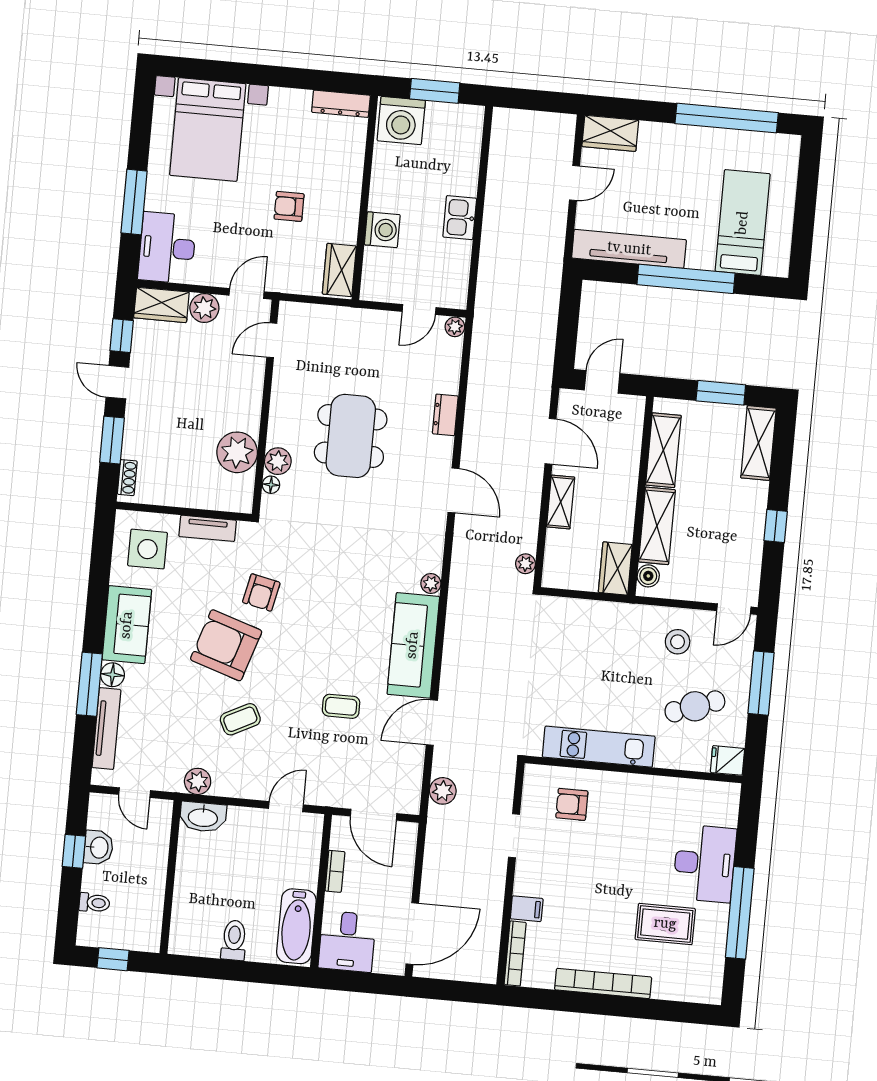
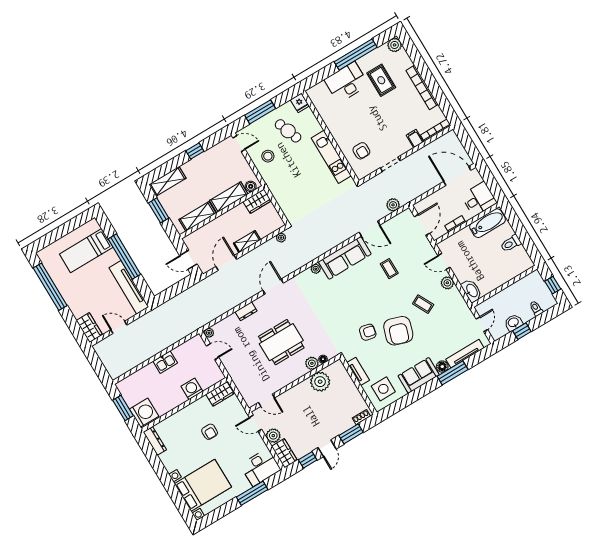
plant: (198, 781) -> (447, 283), moved
plant: (708, 990) -> (395, 45), added

